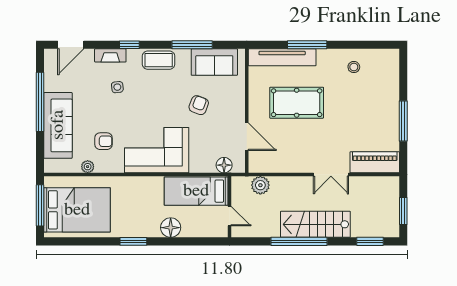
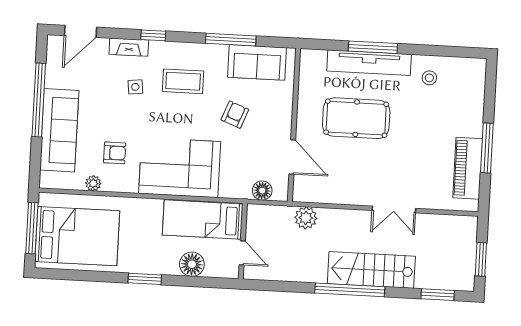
tv unit: (282, 57) -> (369, 63), moved
coffee table: (159, 60) -> (183, 81), moved
piano: (375, 162) -> (468, 168), moved, turned -90
bed: (196, 191) -> (203, 220), moved
wall: (230, 207) -> (243, 241), moved
door: (230, 216) -> (242, 253), moved

